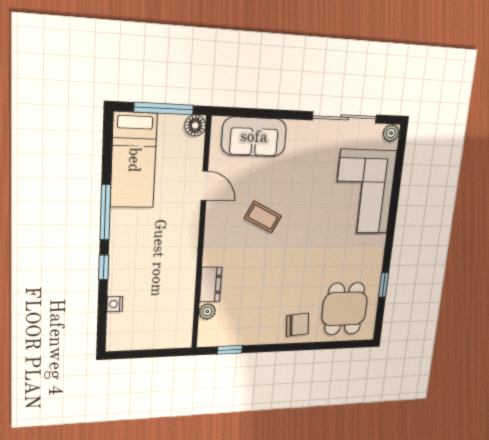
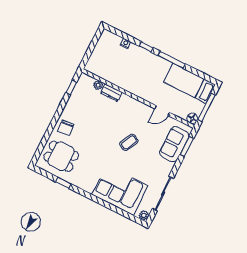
window: (249, 113) -> (187, 146), added
coffee table: (263, 217) -> (129, 142), moved

